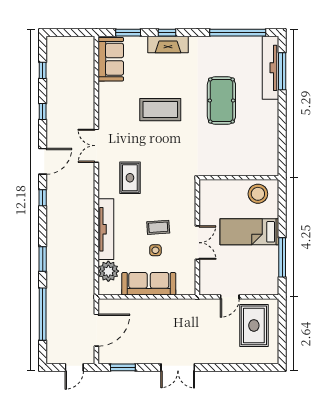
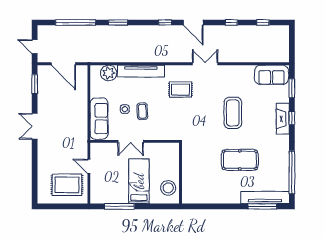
sofa: (149, 284) -> (99, 119), moved

